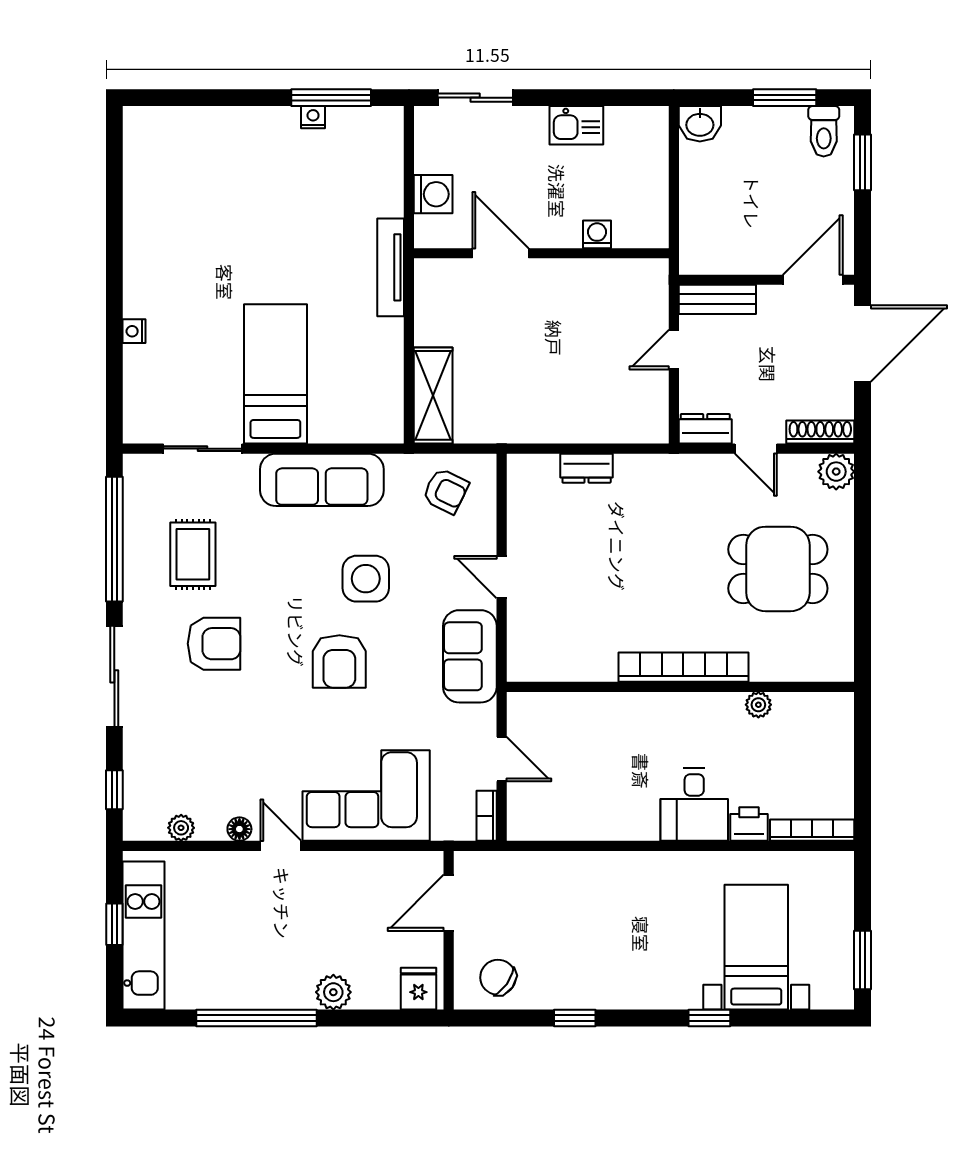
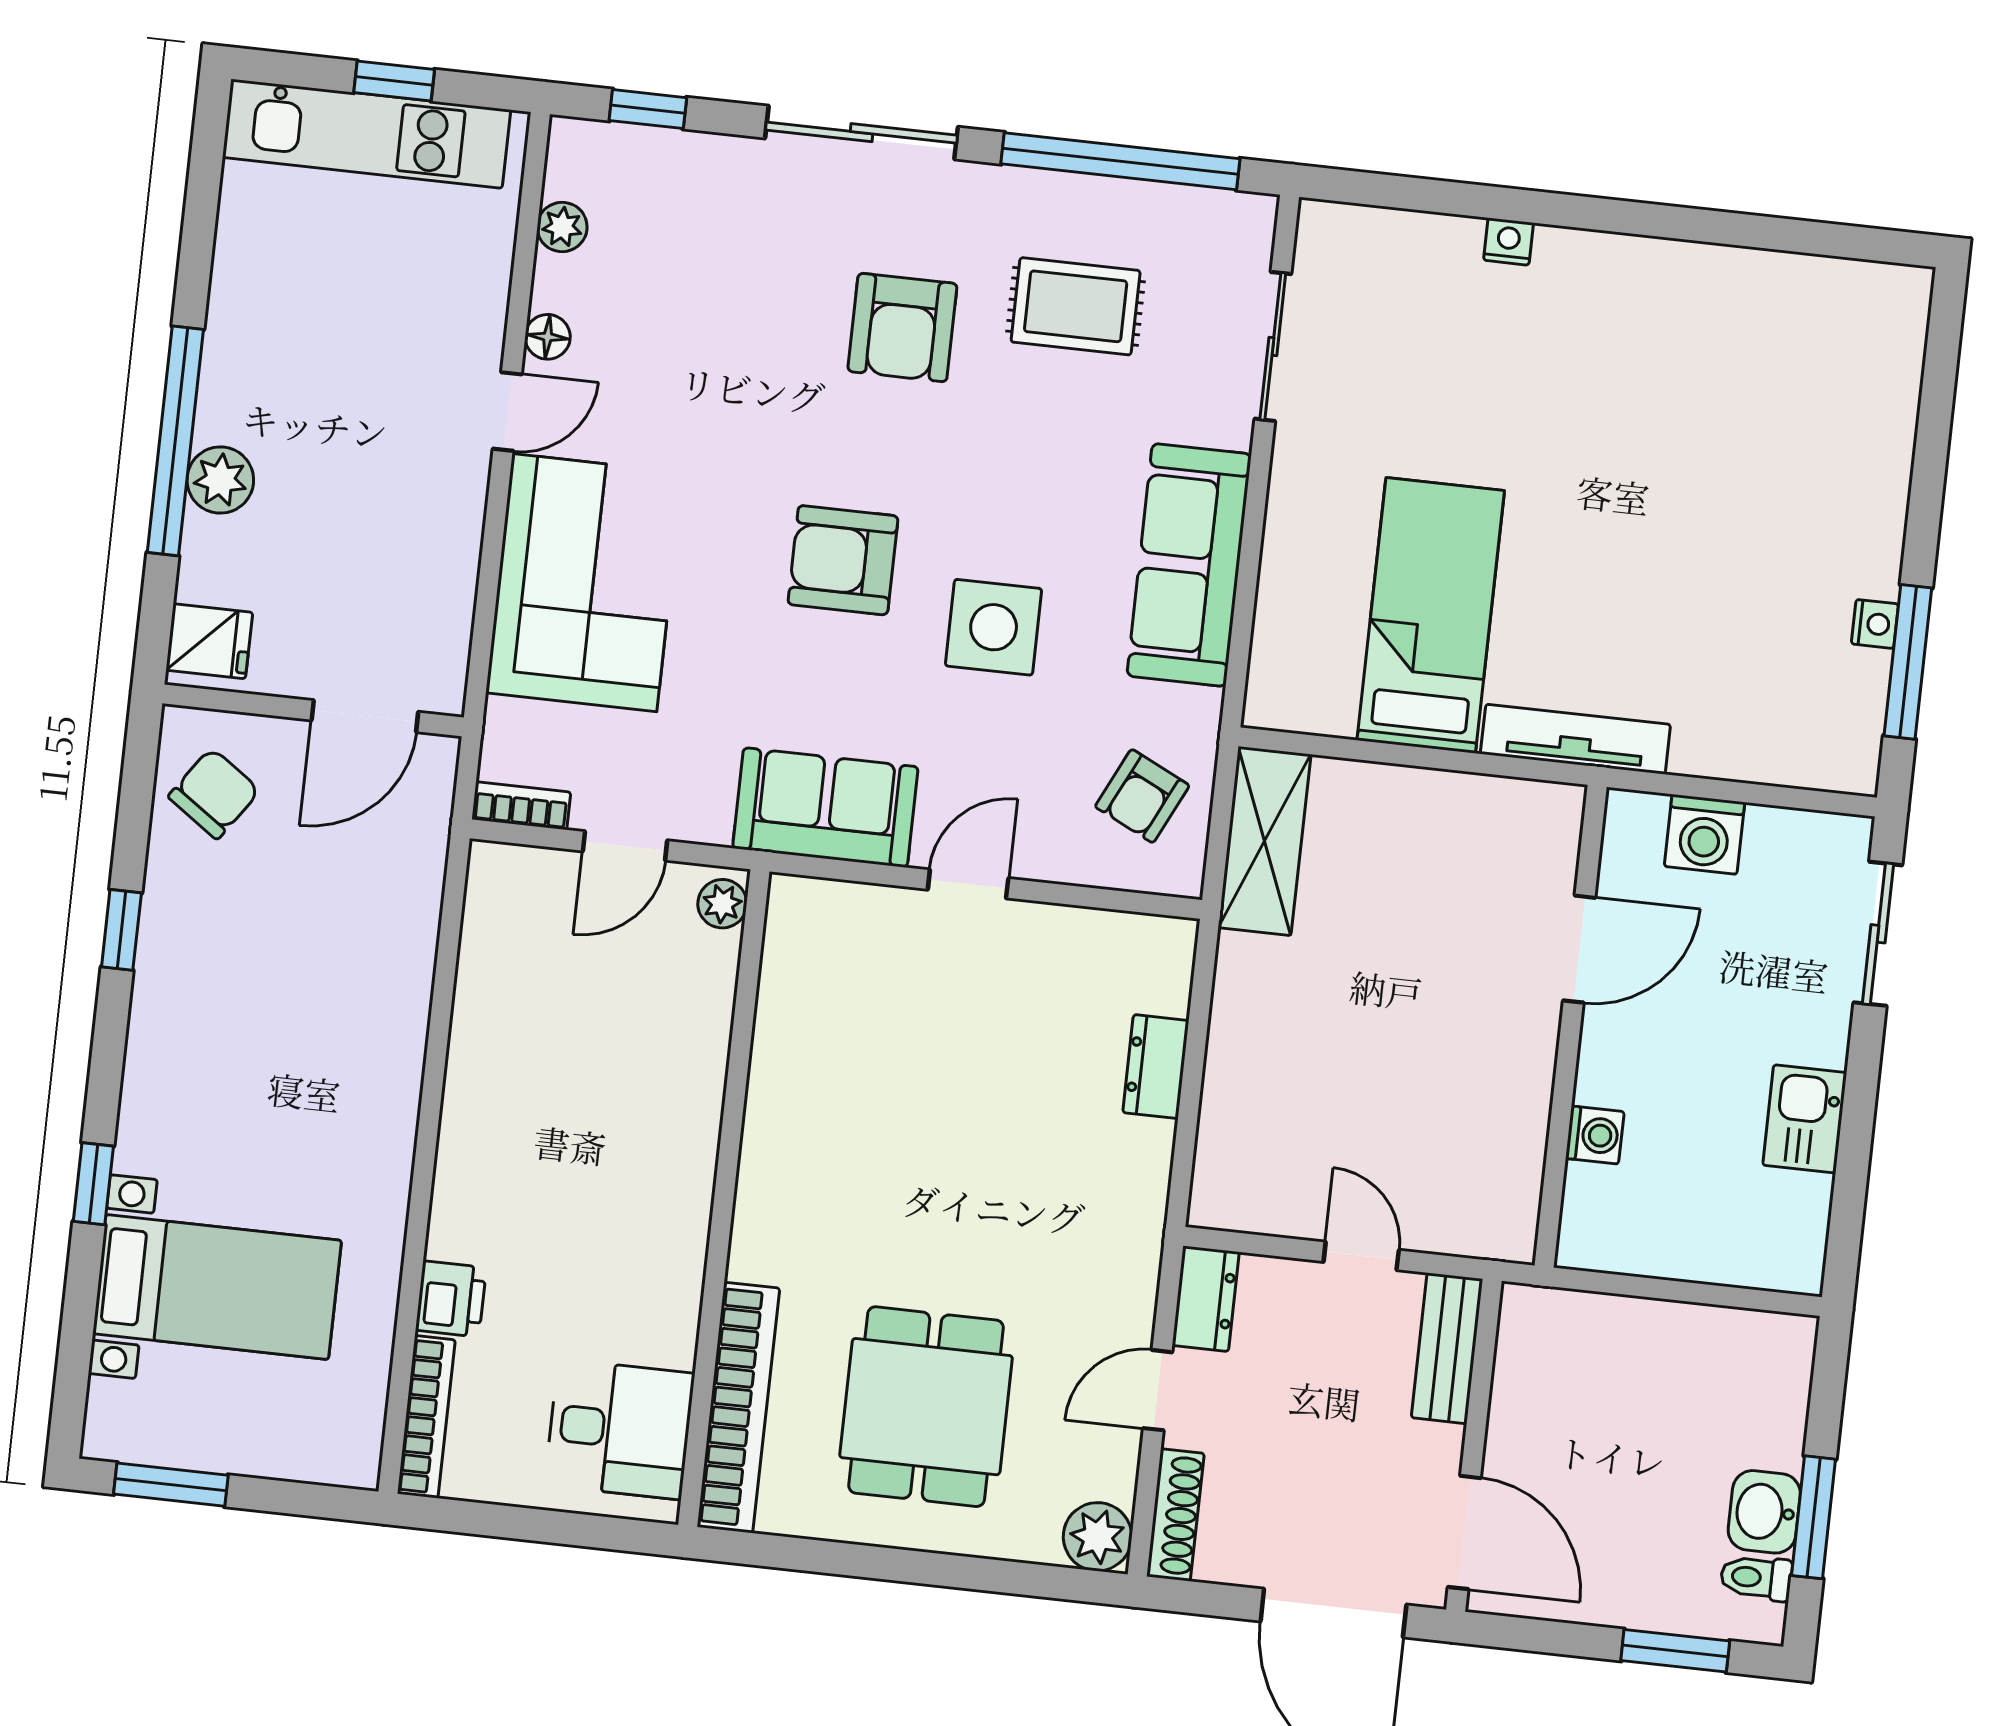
washbasin: (700, 124) -> (1764, 1512), moved
toilet: (824, 131) -> (1756, 1578), width x0.73, depth x0.72
bed: (275, 374) -> (1431, 615), moved, turned -90
shelving: (433, 395) -> (1265, 841), moved, turned 90
bookcase: (683, 667) -> (738, 1408), moved
plant: (758, 705) -> (722, 904), moved
desk: (694, 805) -> (619, 1429), moved, turned 180
door: (449, 903) -> (365, 716), swing flipped
window: (256, 1018) -> (175, 441), moved

